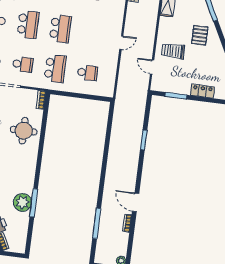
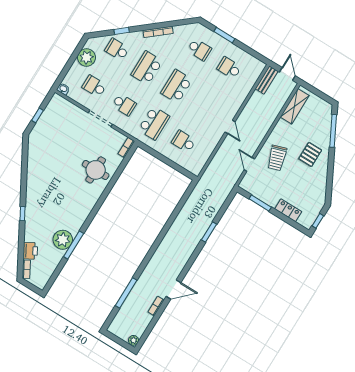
school desk: (28, 24) -> (147, 68), turned 180
school desk: (60, 29) -> (177, 86), turned 180
door: (121, 43) -> (230, 127), hinge flipped
trolley: (173, 51) -> (277, 158), turned -108
school desk: (87, 73) -> (184, 141), turned 180
door: (136, 202) -> (174, 290), swing flipped

